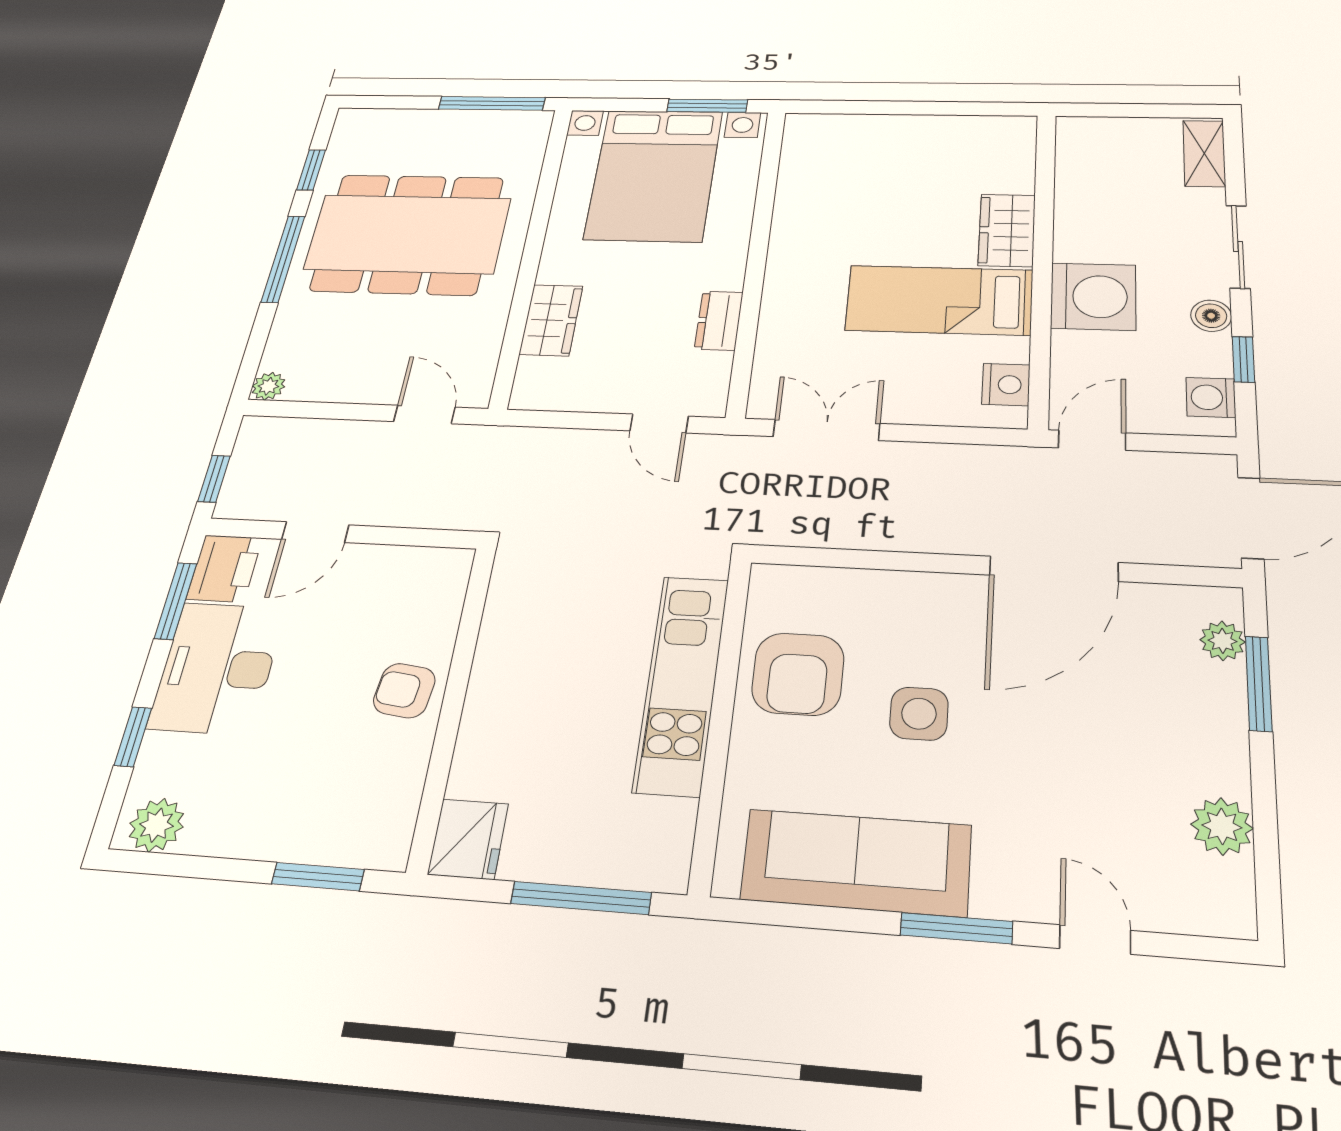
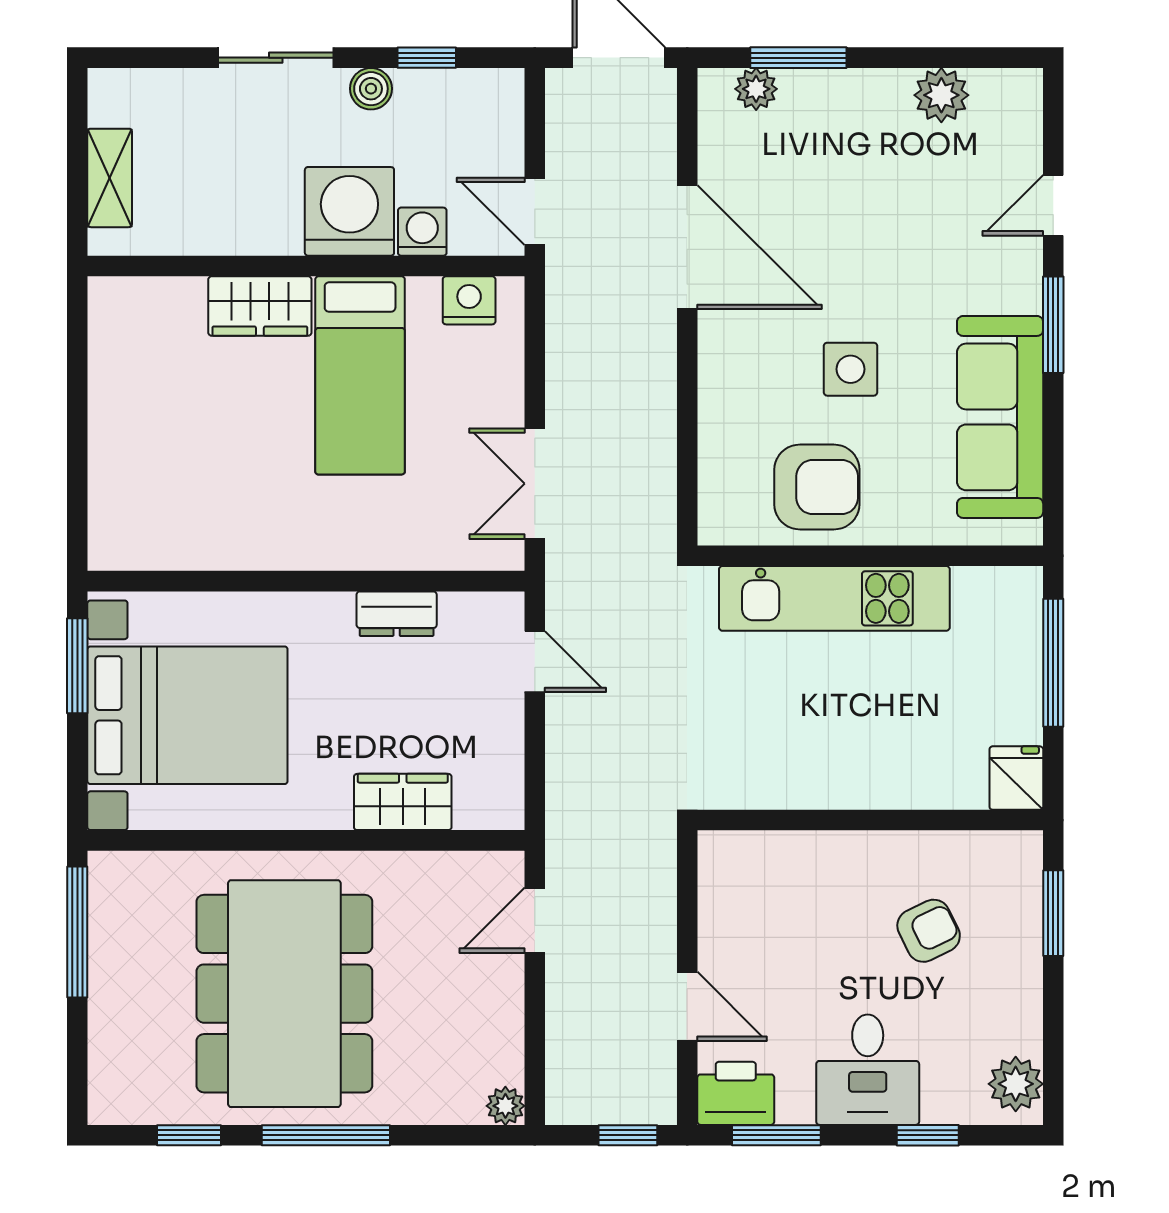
shelving: (1204, 153) -> (110, 178), moved, turned 90
washing machine: (1211, 397) -> (422, 232), moved, turned 180
door: (659, 423) -> (535, 662), hinge flipped
desk: (217, 668) -> (868, 1070), width x0.73
armchair: (404, 691) -> (929, 931), moved, turned -123
fridge: (468, 839) -> (1016, 778), width x0.72

